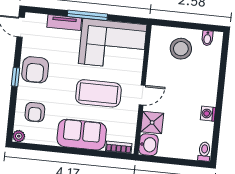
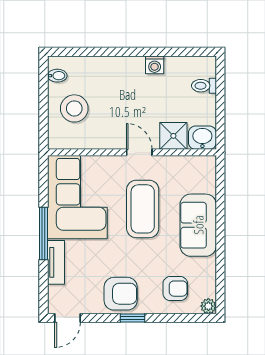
bookcase: (119, 147) -> (210, 176), removed
toilet: (204, 152) -> (204, 86), moved

